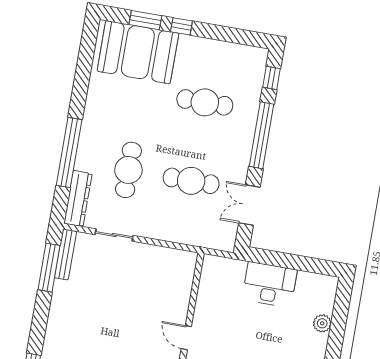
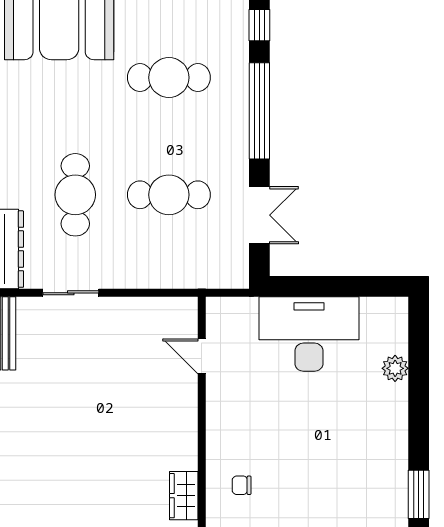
double door: (249, 205) -> (259, 215), swing flipped
desk: (270, 285) -> (309, 334), width x1.36, depth x1.30
door: (186, 338) -> (202, 356), moved

